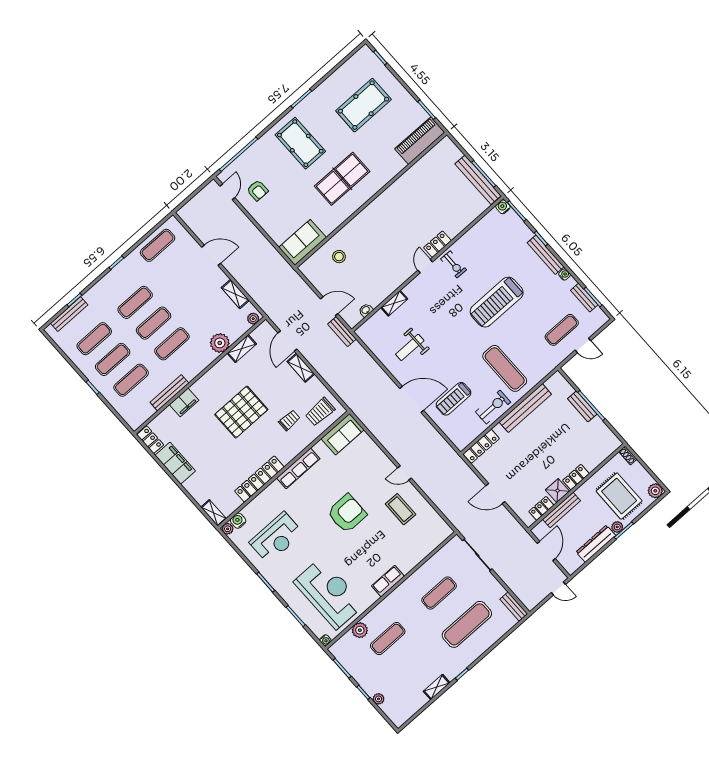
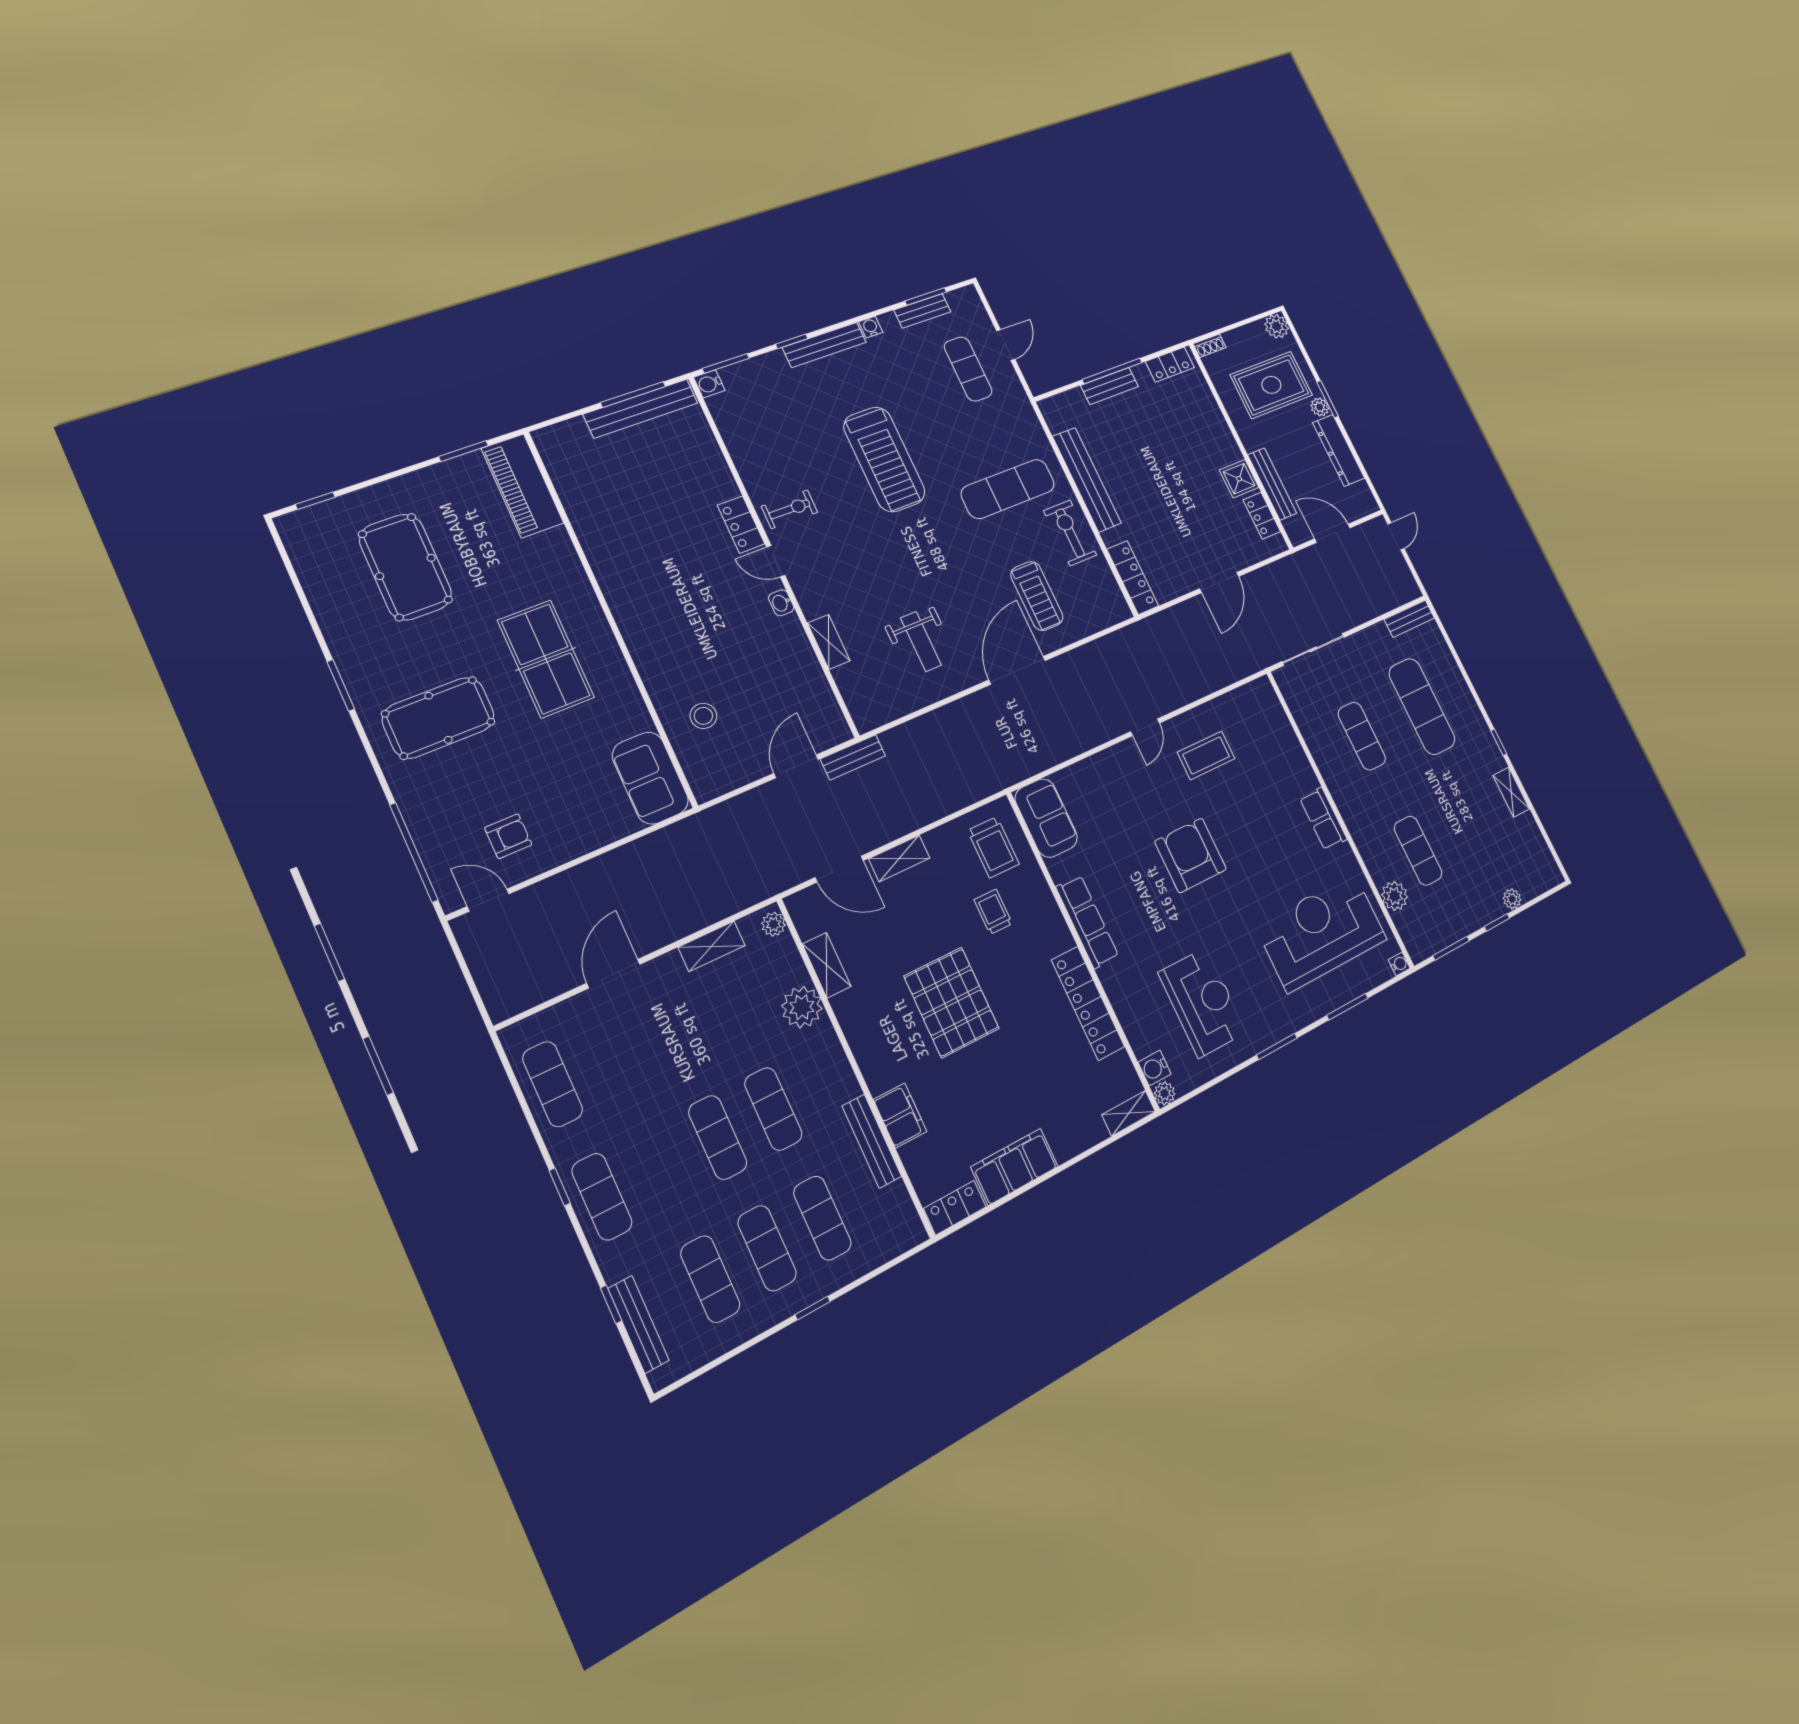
exercise mat: (135, 302) -> (602, 1197), moved
washbasin: (366, 310) -> (781, 603), moved
locker: (576, 477) -> (1170, 365), moved, turned -90

